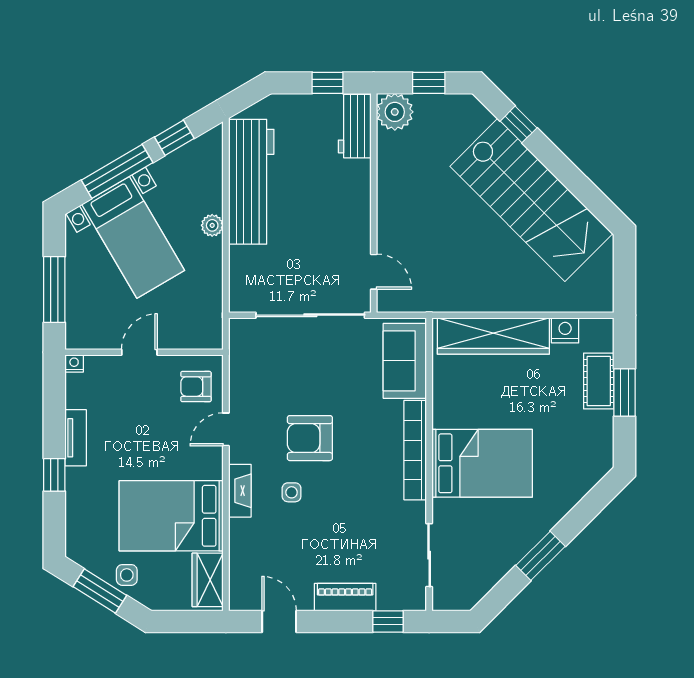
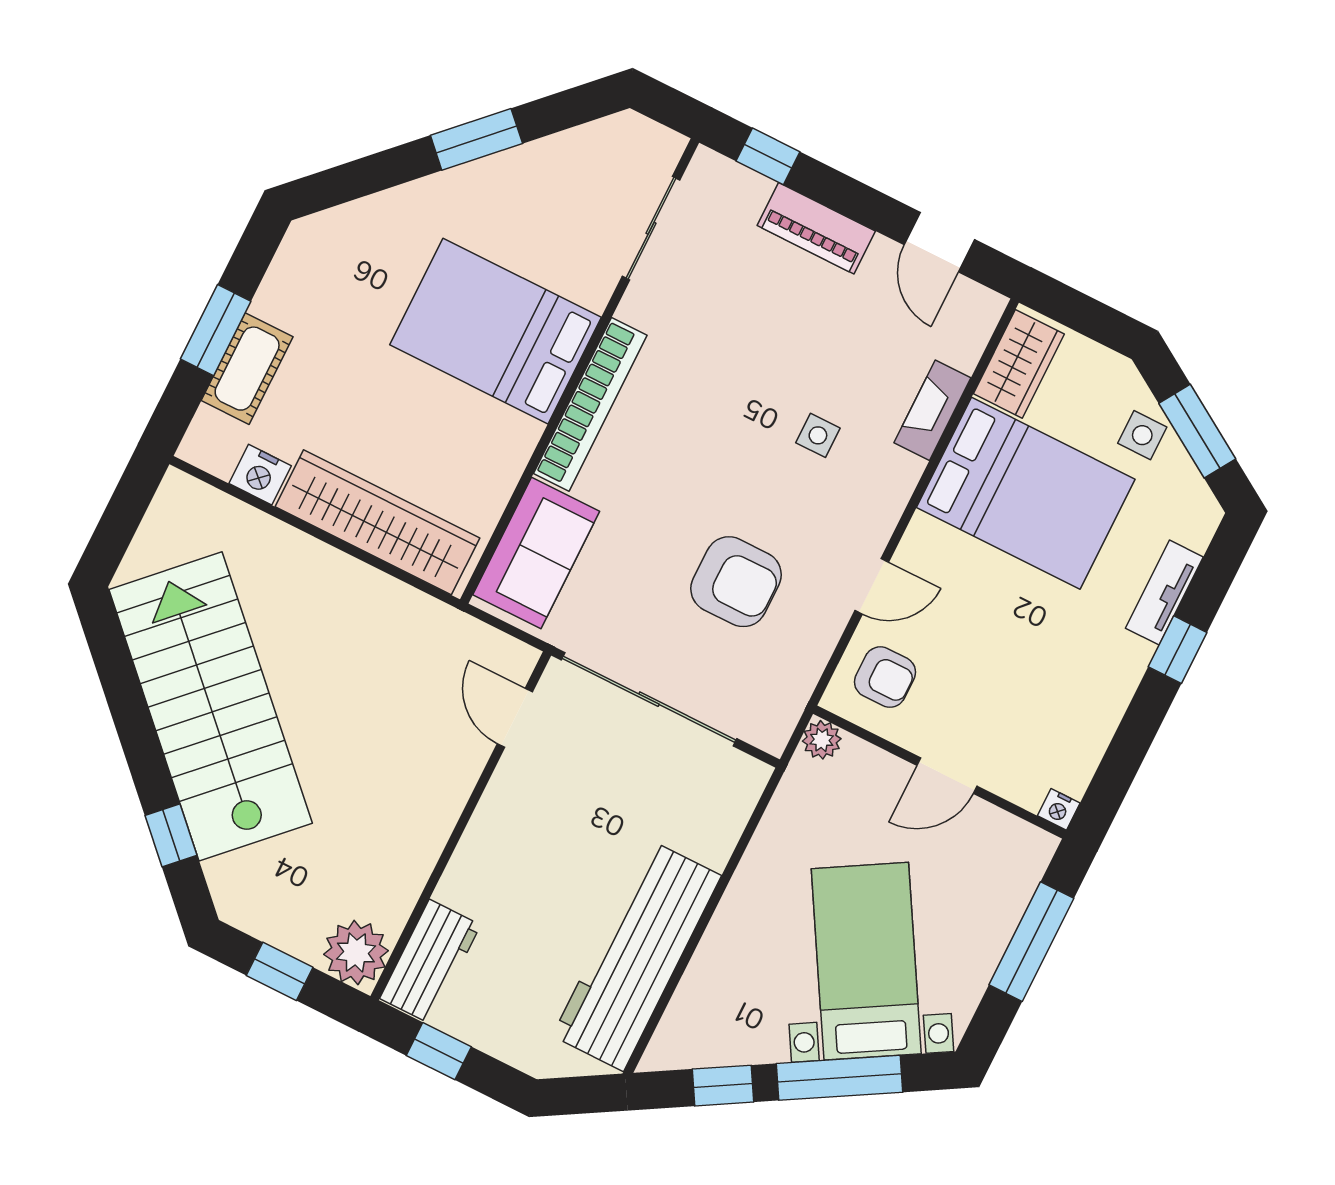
plant: (212, 225) -> (822, 740), moved
tv unit: (76, 438) -> (1164, 593), moved
armchair: (310, 438) -> (736, 582), moved
fireplace: (240, 491) -> (932, 410), moved

